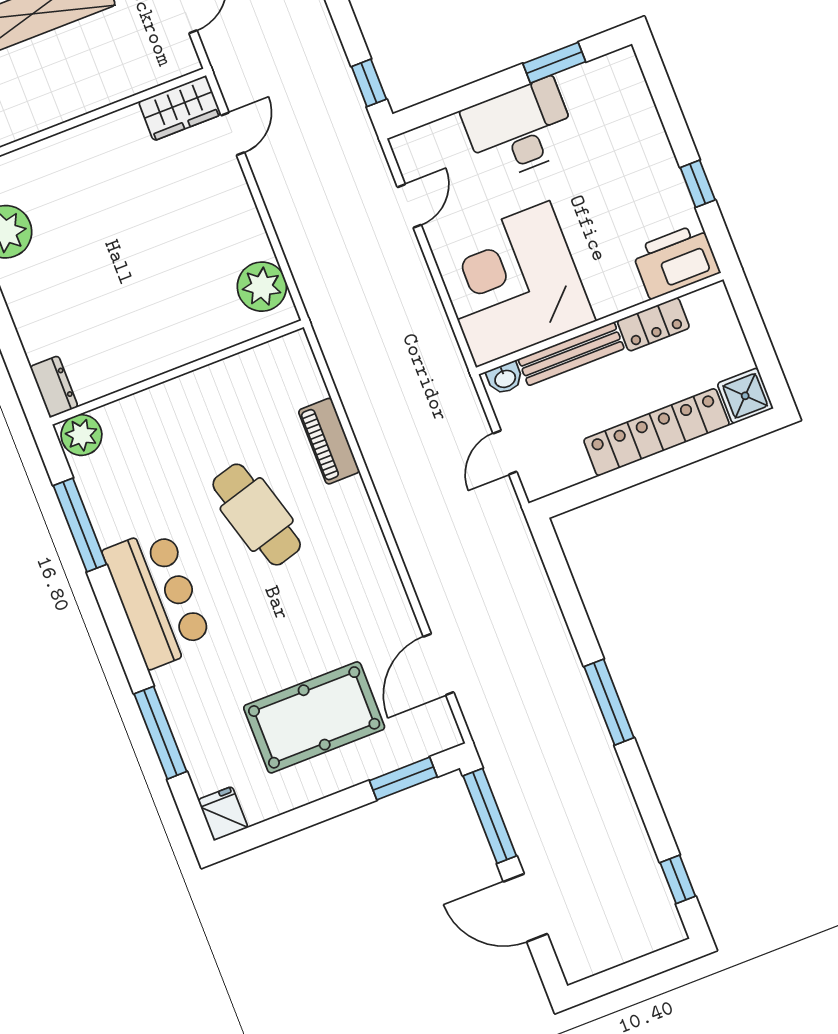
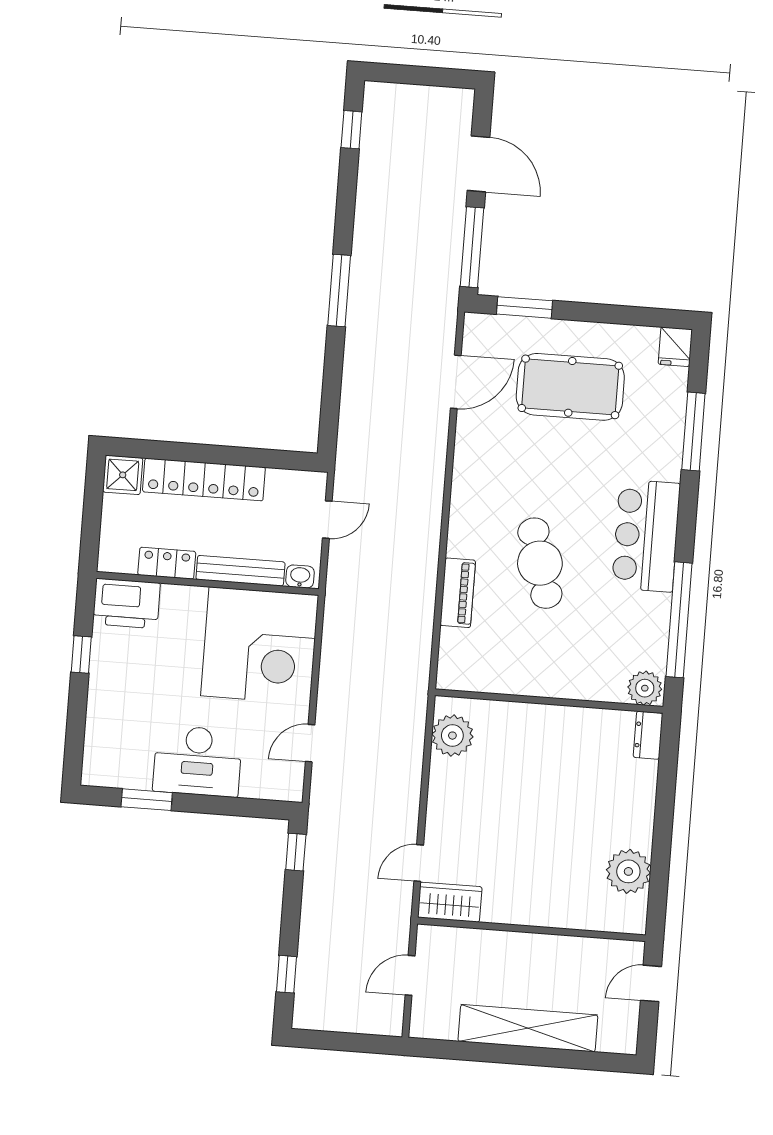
window: (80, 525) -> (679, 620), width x1.46

